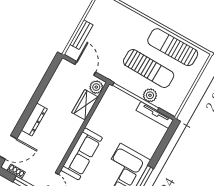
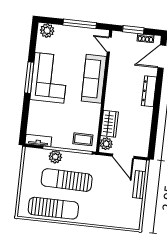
coffee table: (117, 101) -> (83, 139), added
tv unit: (155, 115) -> (38, 140), width x0.71

